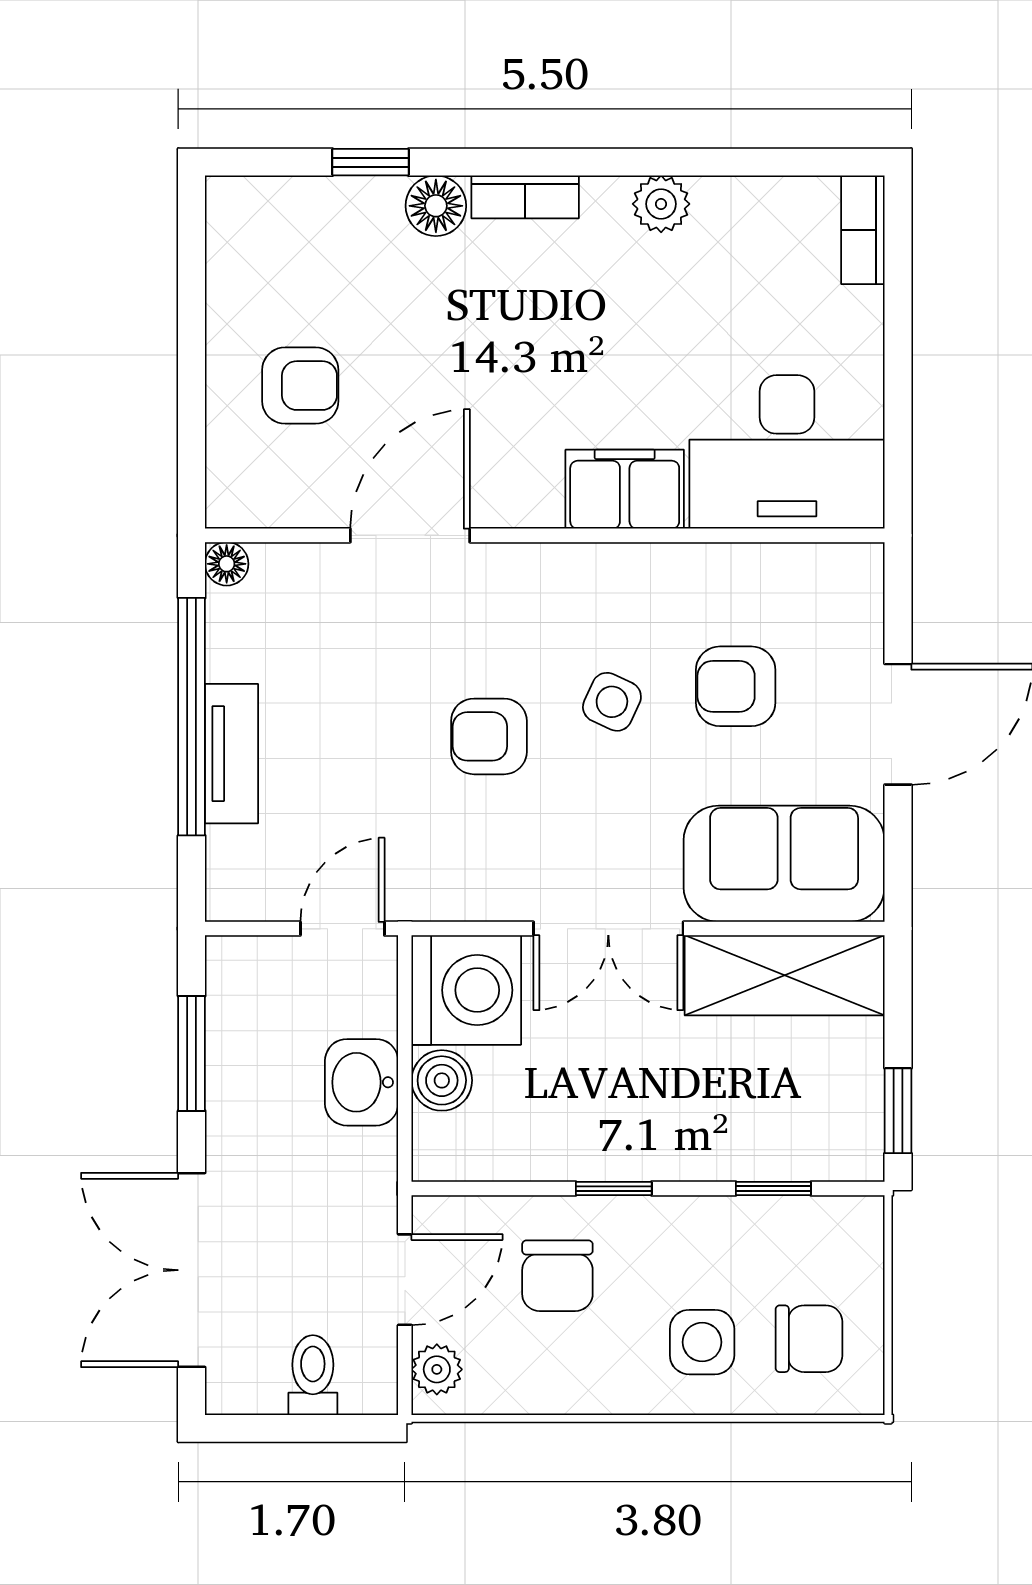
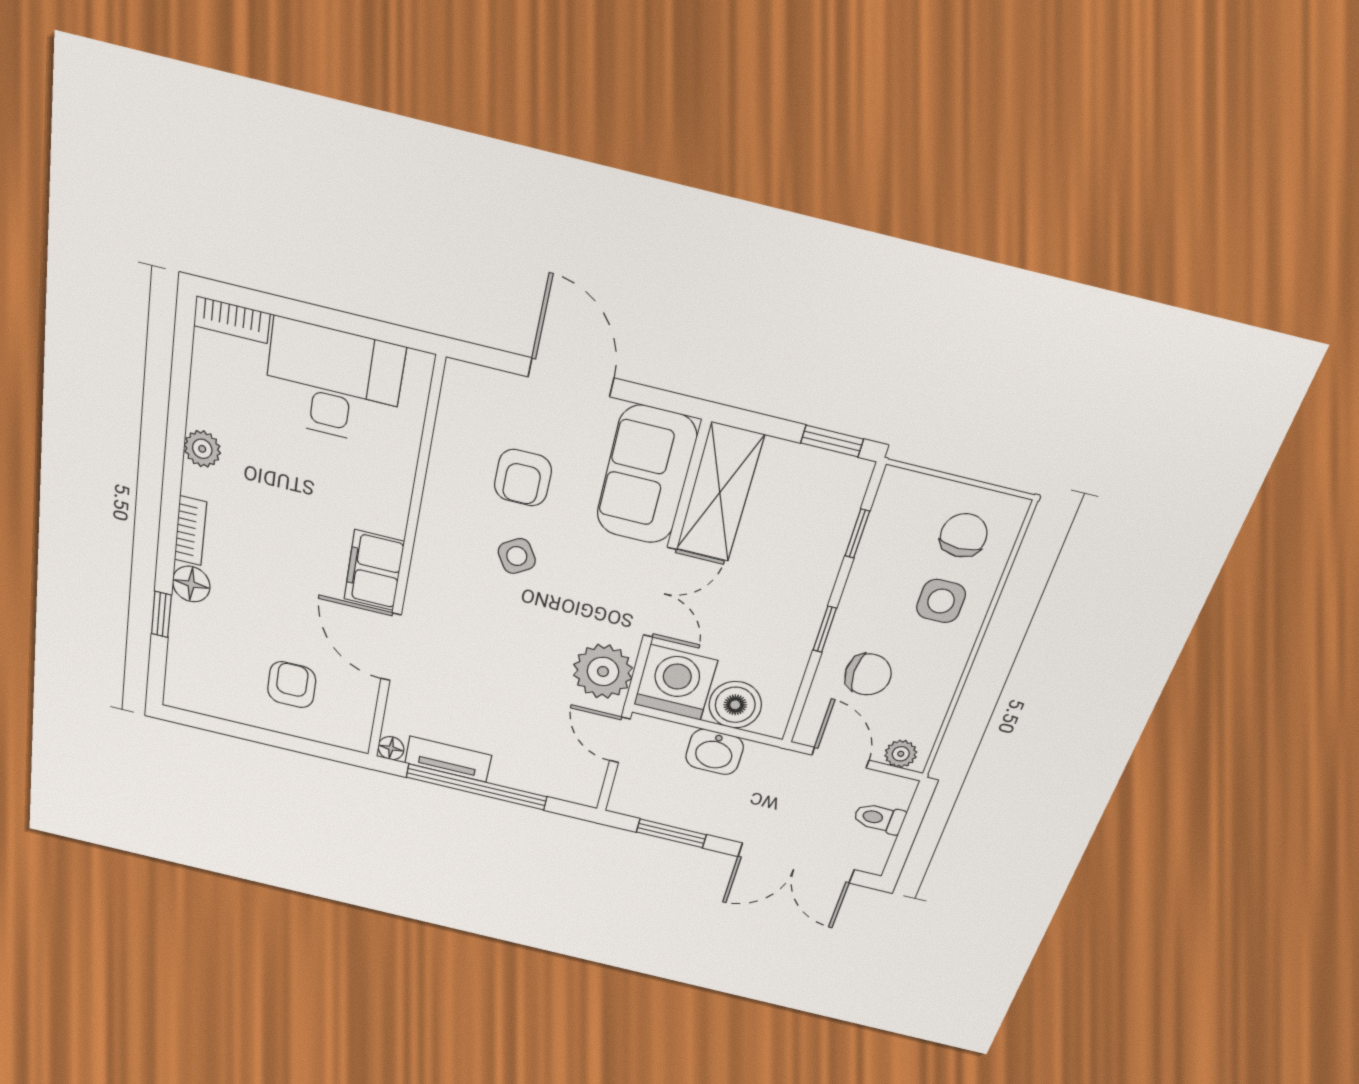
desk: (787, 452) -> (333, 383), moved, turned -90
filing cabinet: (625, 489) -> (374, 570), moved
side table: (612, 702) -> (517, 556), turned 33
armchair: (489, 736) -> (523, 633), removed
tv unit: (232, 754) -> (448, 759), moved
plant: (455, 874) -> (603, 671), added
boiler: (442, 1080) -> (735, 705), width x1.36, depth x1.36

